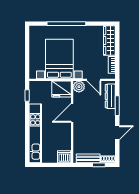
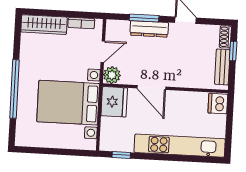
dresser: (110, 96) -> (149, 29), moved

